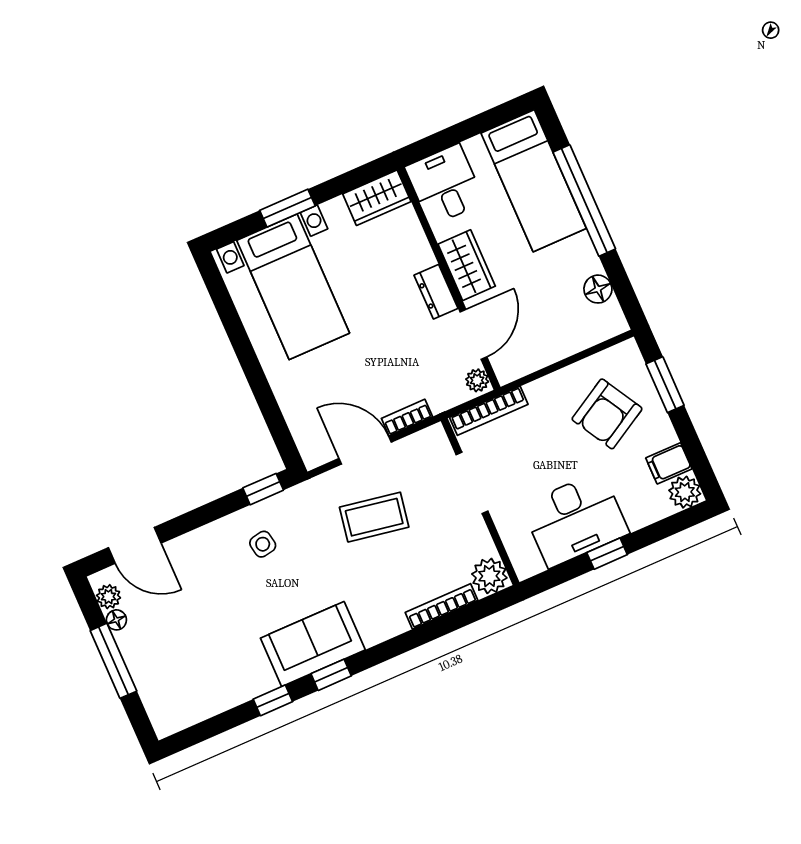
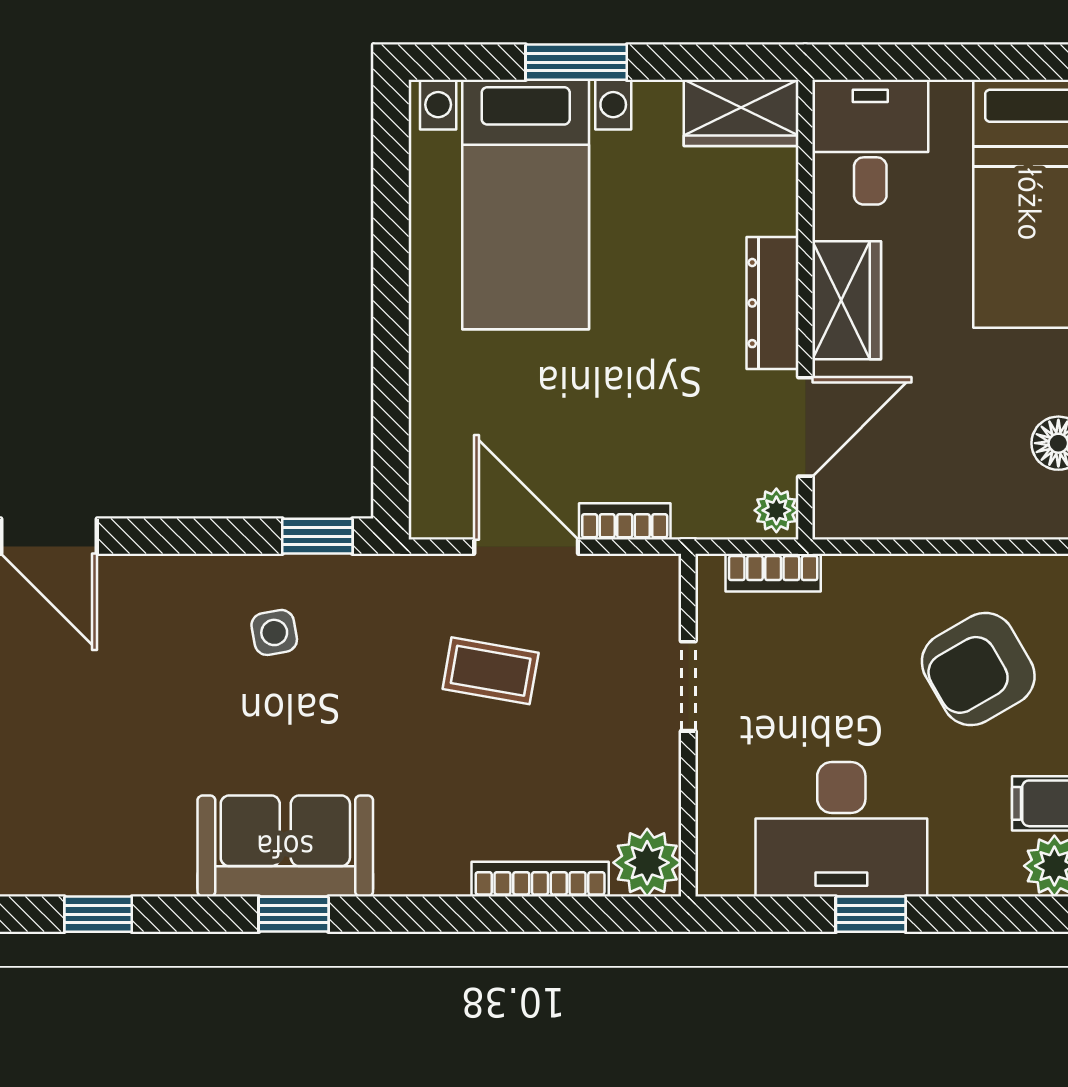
dresser: (436, 292) -> (772, 303), width x1.44
bookcase: (489, 411) -> (773, 573), width x0.64
doorway: (472, 483) -> (688, 686), width x0.73
coffee table: (374, 517) -> (491, 671), width x0.73, depth x0.77
window: (273, 700) -> (98, 914), moved

